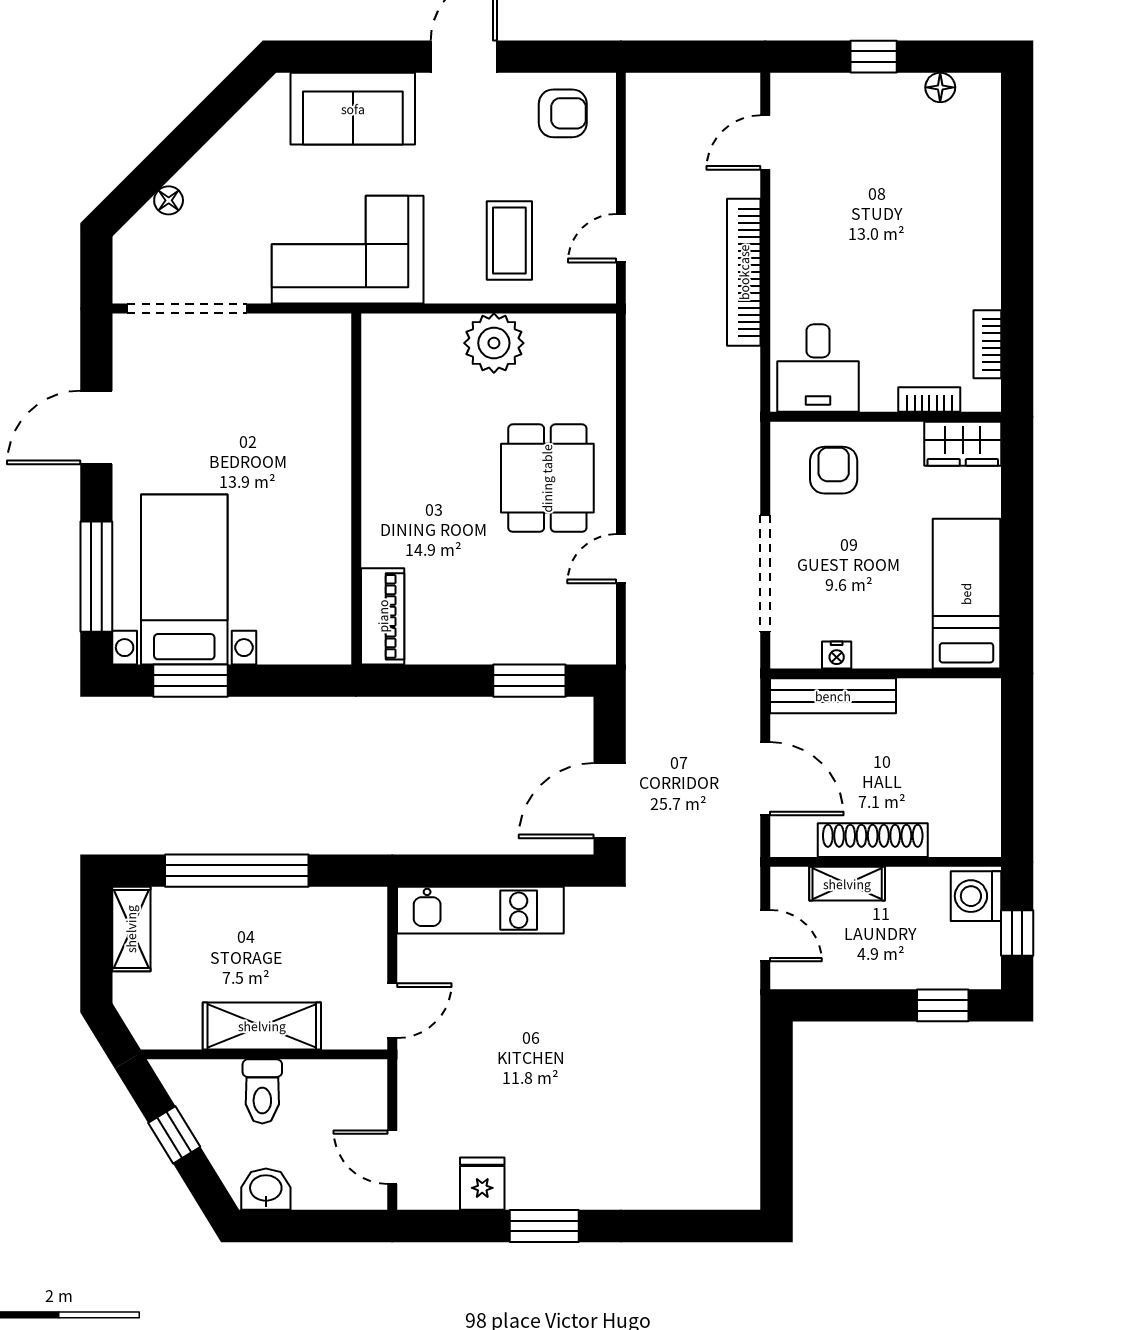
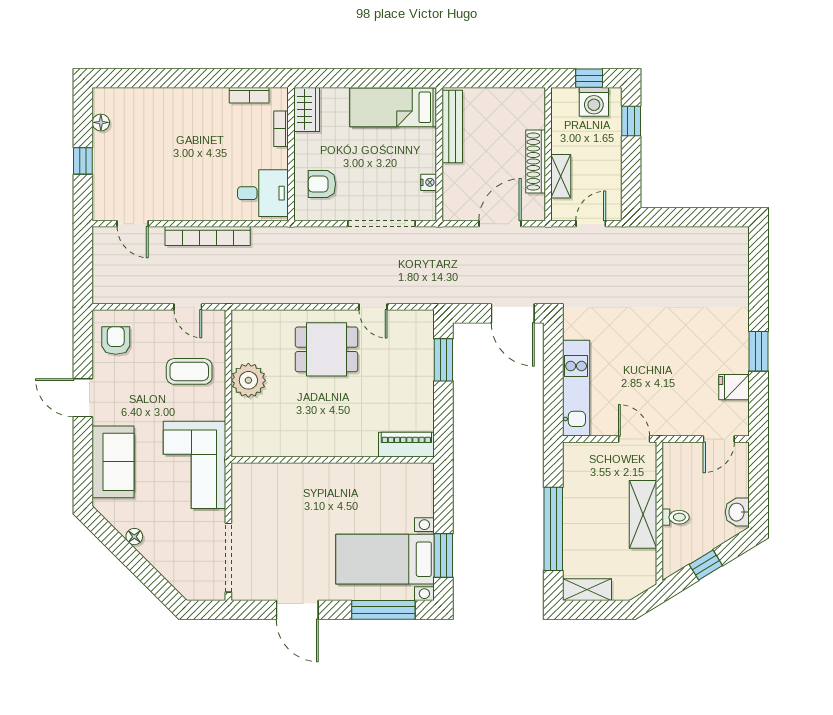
floor lamp: (169, 200) -> (134, 537), moved
bench: (833, 696) -> (452, 127), moved
washing machine: (976, 896) -> (594, 102), moved
toilet: (262, 1091) -> (676, 517), width x0.73, depth x0.72

